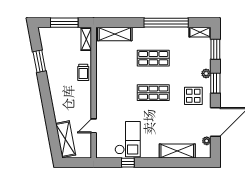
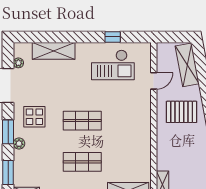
trolley: (83, 72) -> (166, 145), removed
pallet: (70, 100) -> (182, 112), added
checkout: (128, 139) -> (113, 65), turned -90

